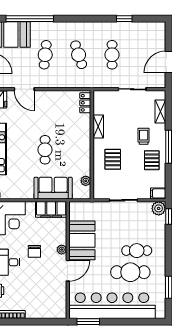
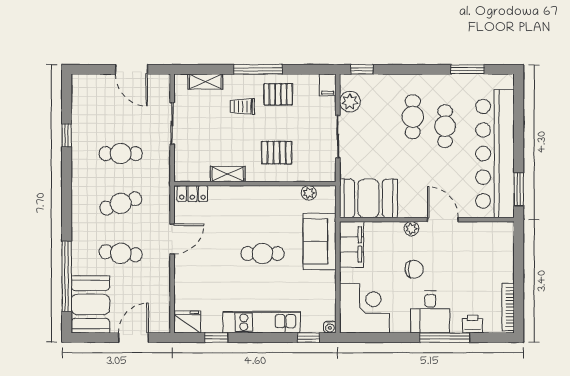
door: (24, 89) -> (172, 239), moved
plant: (159, 208) -> (350, 102), moved
booth: (82, 240) -> (368, 198), moved
cafe table: (130, 272) -> (445, 126), width x0.73, depth x0.74

